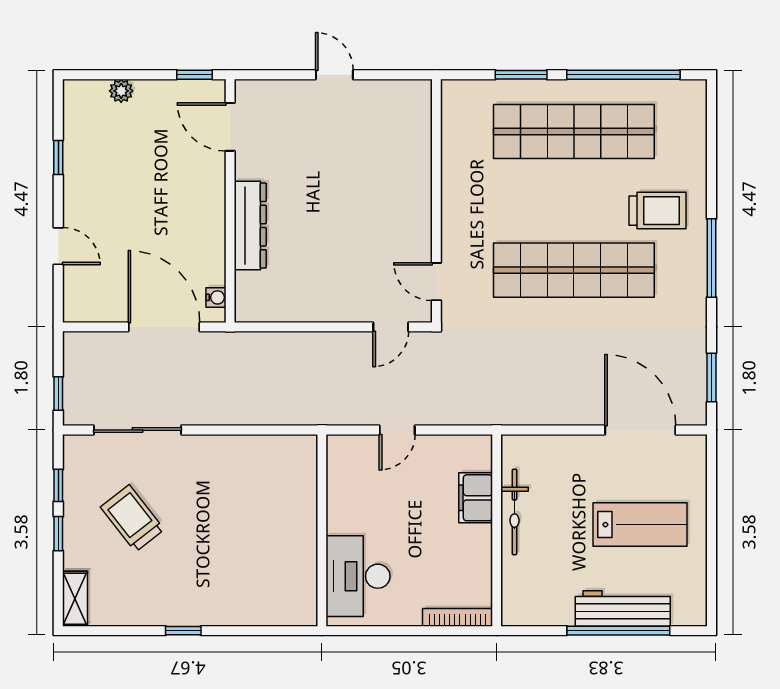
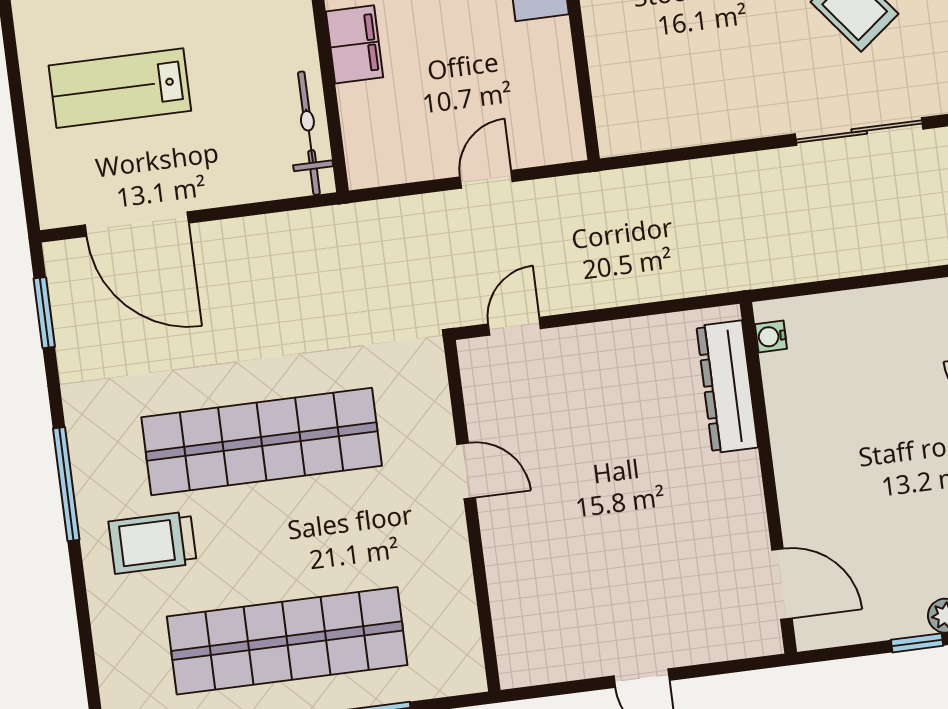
window: (194, 75) -> (917, 643), moved
dresser: (250, 226) -> (727, 387), moved
door: (436, 282) -> (466, 471), moved
door: (164, 327) -> (840, 285), removed
filing cabinet: (476, 498) -> (354, 44), moved
bicycle: (514, 512) -> (309, 133), moved

